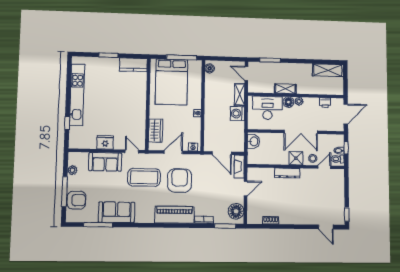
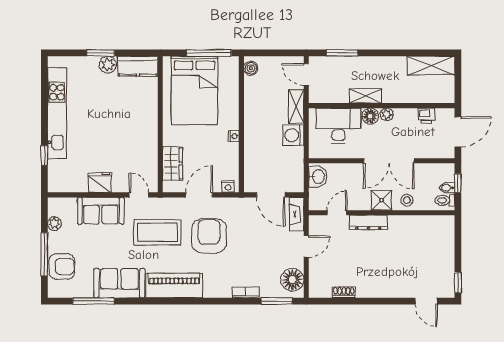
plant: (113, 63) -> (108, 65), added
door: (324, 167) -> (337, 213), moved
piano: (174, 215) -> (174, 286), moved

